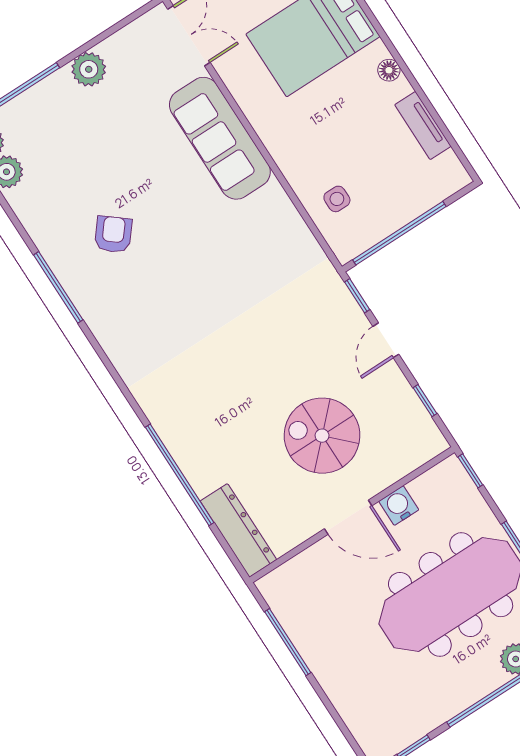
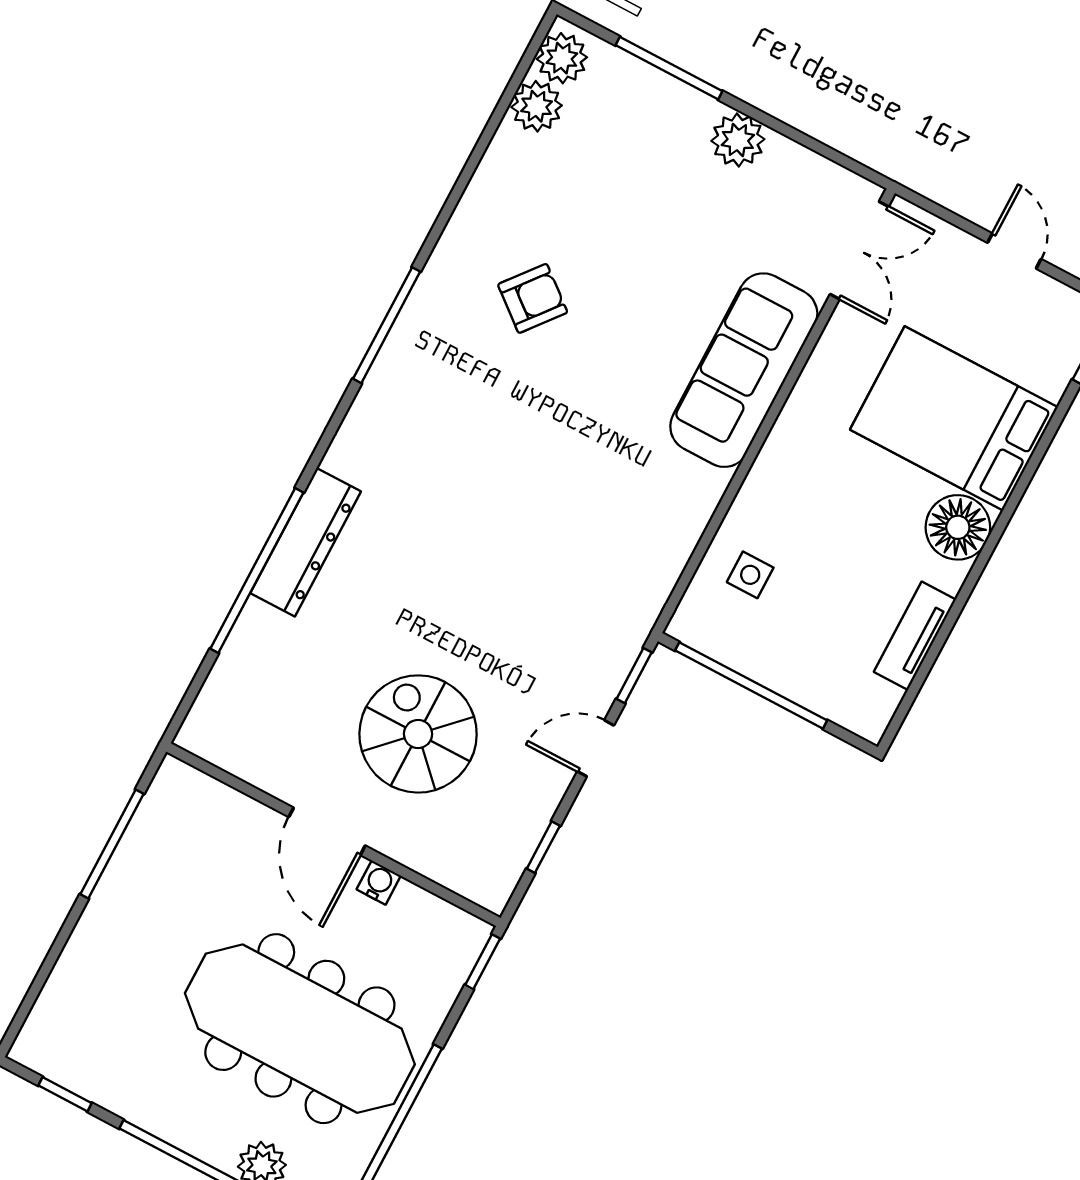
floor lamp: (389, 70) -> (958, 527), width x1.89, depth x1.89
window: (58, 287) -> (387, 325), moved
water cooler: (399, 506) -> (379, 883), width x0.72, depth x0.72
dresser: (238, 530) -> (306, 542), moved

